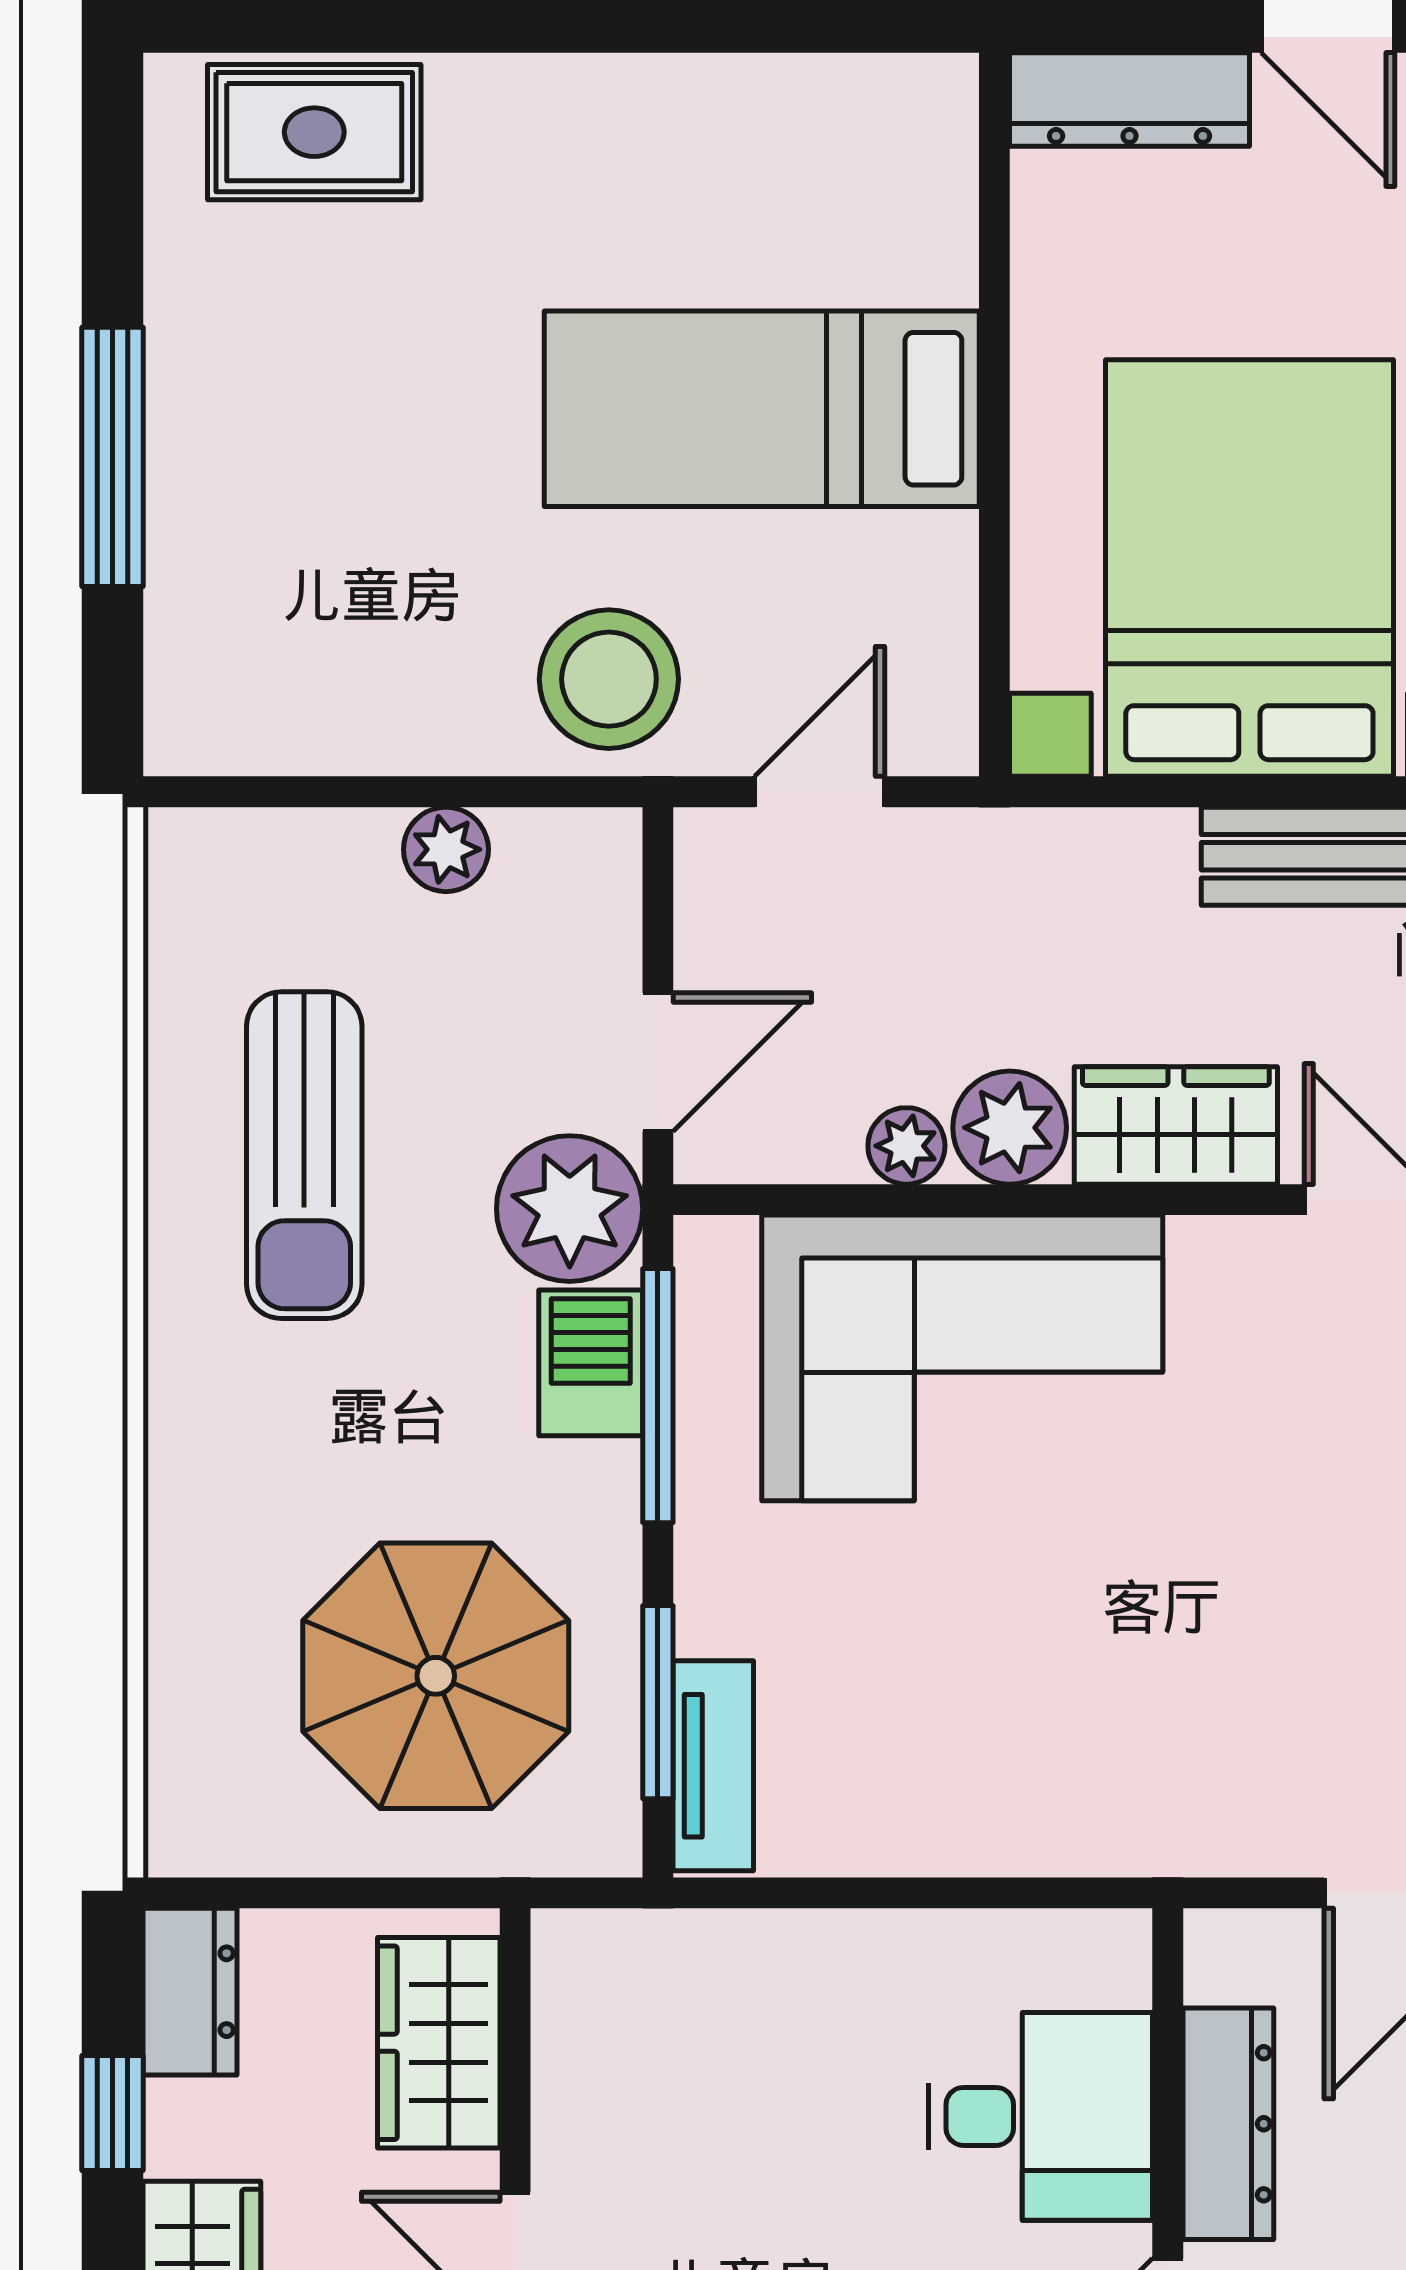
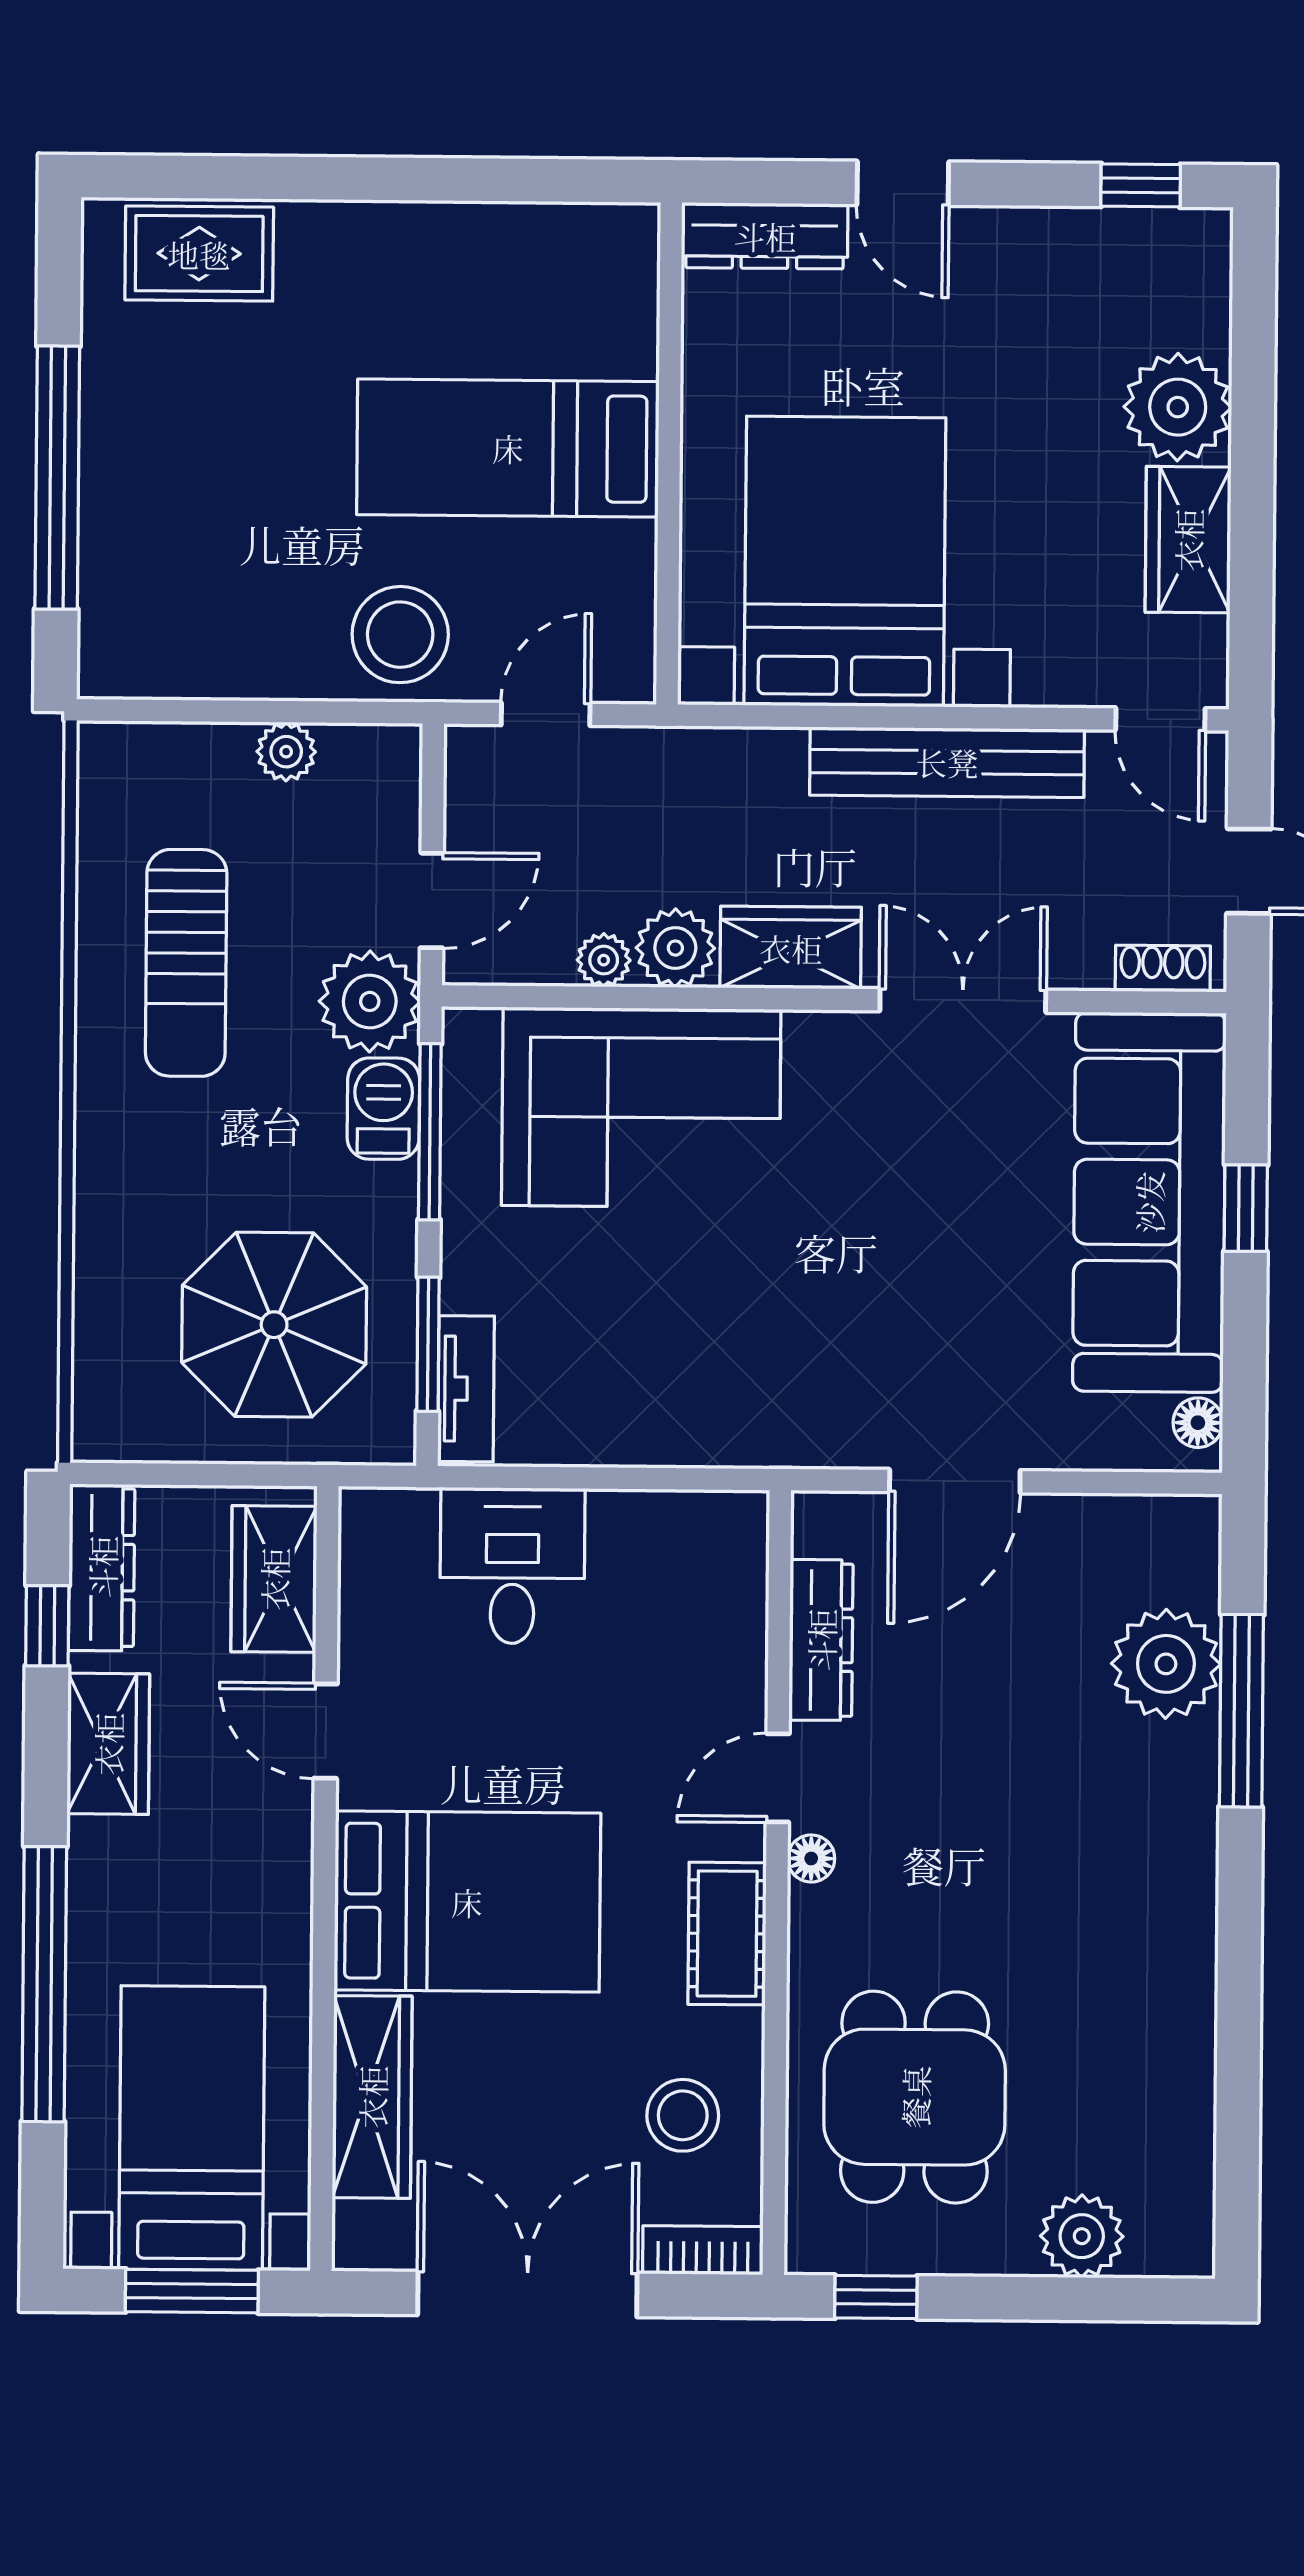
window: (112, 457) -> (57, 478), width x1.46
dresser: (190, 1992) -> (102, 1567), width x1.44
desk: (1040, 2116) -> (512, 1566), moved, turned -90

